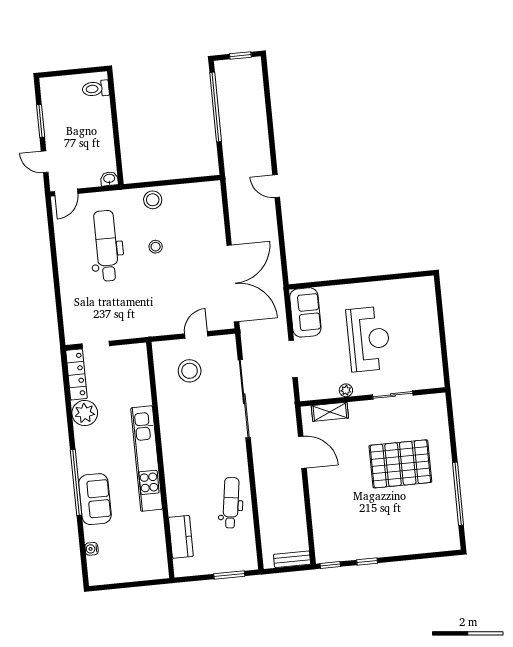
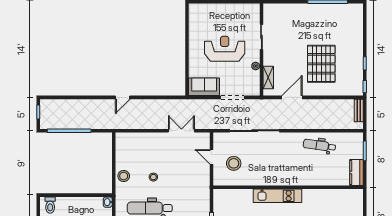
double door: (233, 283) -> (181, 131), width x0.54
kitchen unit: (147, 459) -> (277, 196), width x0.73
pallet: (400, 464) -> (321, 64), moved
kitchen counter: (181, 537) -> (357, 173), moved, turned -90

